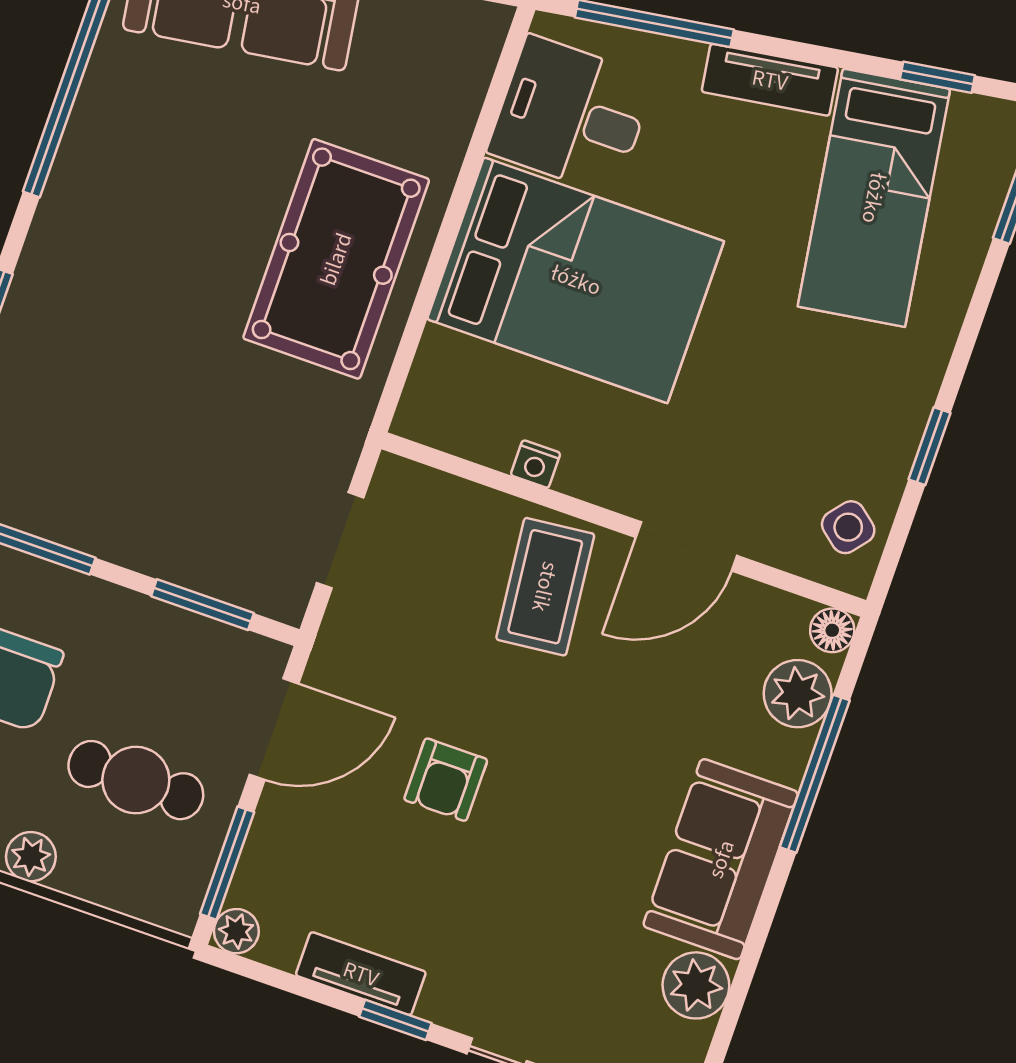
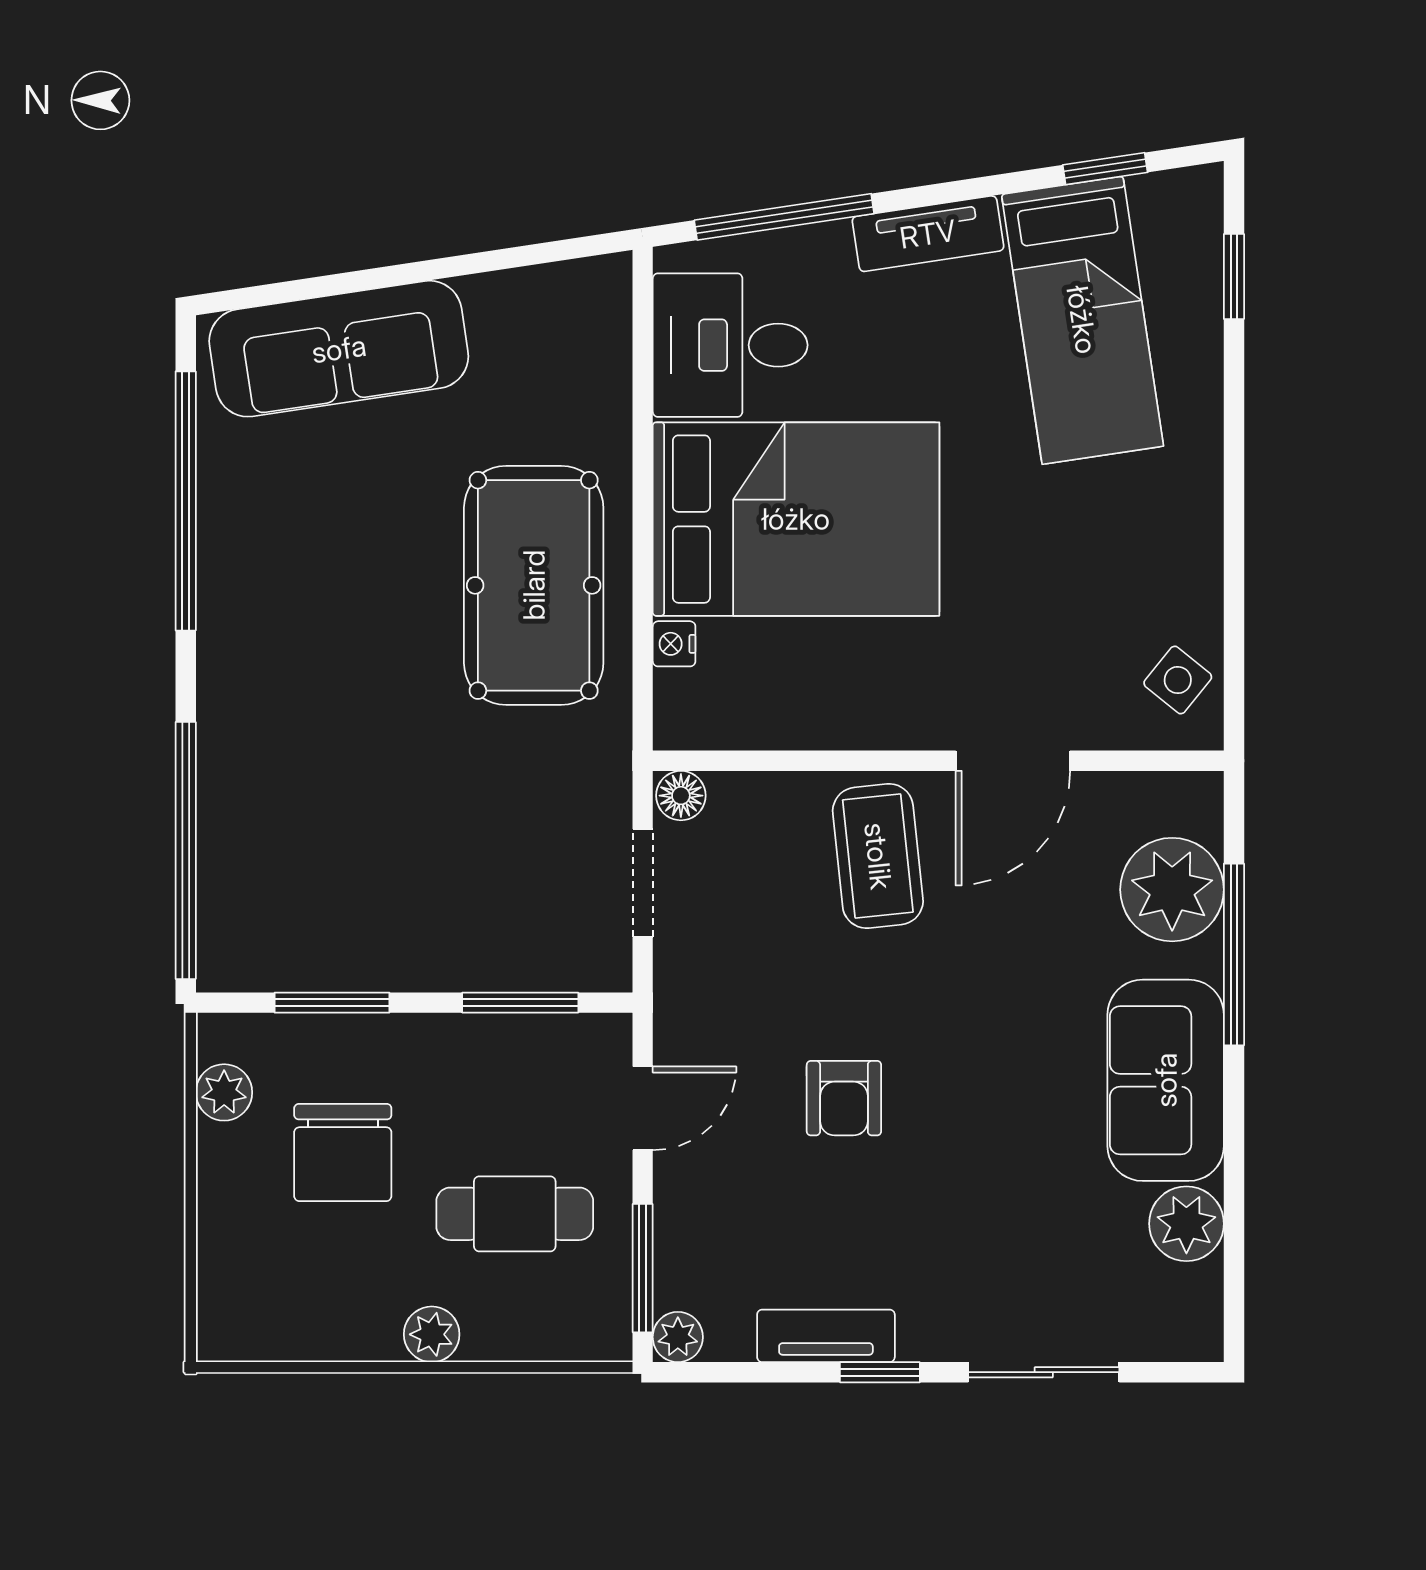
window: (929, 446) -> (1234, 564), removed
nightstand: (536, 464) -> (674, 644), moved, turned 90
floor lamp: (832, 630) -> (681, 796), moved
plant: (798, 694) -> (1172, 890), width x1.36, depth x1.36
door: (274, 729) -> (643, 1108), width x0.73

